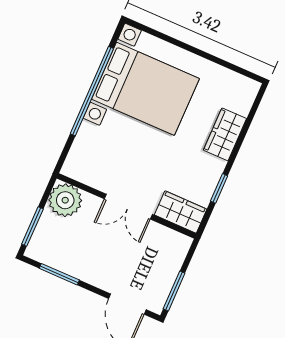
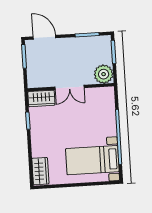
bed with nightstands: (145, 89) -> (92, 160), width x0.73
wardrobe: (225, 134) -> (40, 171), moved
double door: (128, 207) -> (70, 87), swing flipped

